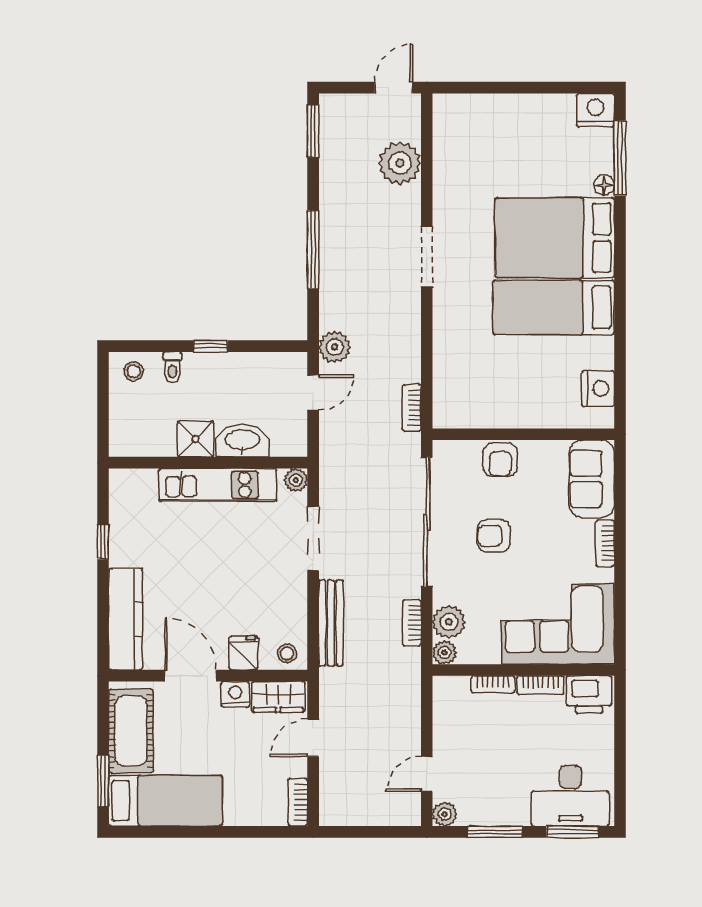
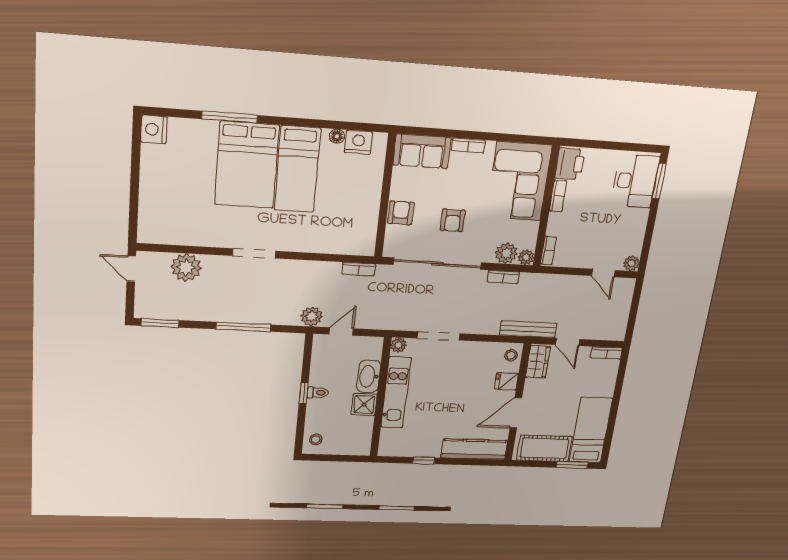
window: (620, 158) -> (230, 117), moved
floor lamp: (604, 185) -> (337, 136), moved
toilet: (172, 367) -> (318, 393), moved
door: (313, 393) -> (341, 331), hinge flipped
armchair: (500, 460) -> (401, 213), turned -90
bench: (331, 623) -> (528, 329), moved
bookcase: (493, 684) -> (548, 251), moved
nightstand: (235, 694) -> (532, 387), removed
window: (495, 832) -> (649, 232), removed

